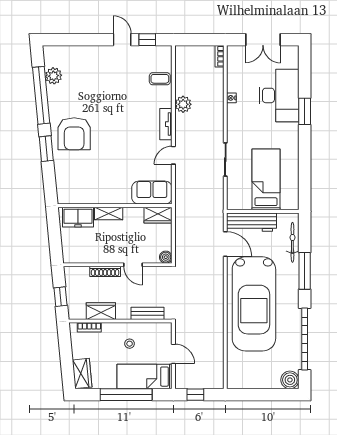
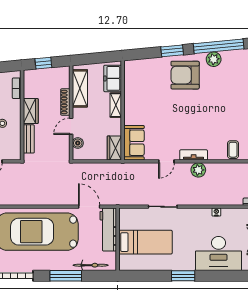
plant: (54, 76) -> (214, 59), moved
plant: (183, 104) -> (198, 170), moved
window: (305, 111) -> (183, 276), moved
door: (173, 155) -> (166, 161), swing flipped
door: (225, 244) -> (89, 207), swing flipped
shelving: (89, 255) -> (80, 88), added
boiler: (166, 257) -> (78, 143), moved
wardrobe: (101, 311) -> (31, 111), moved

